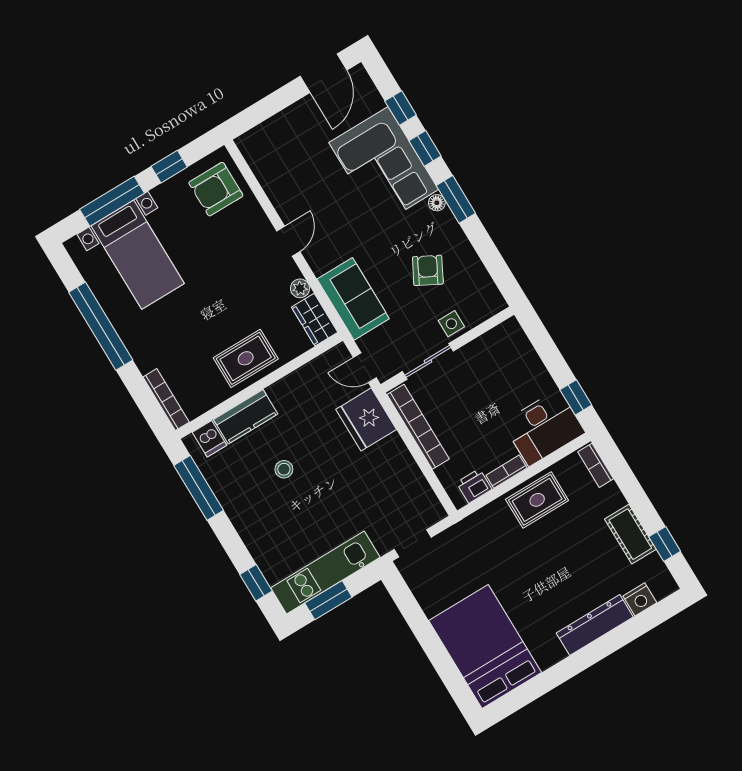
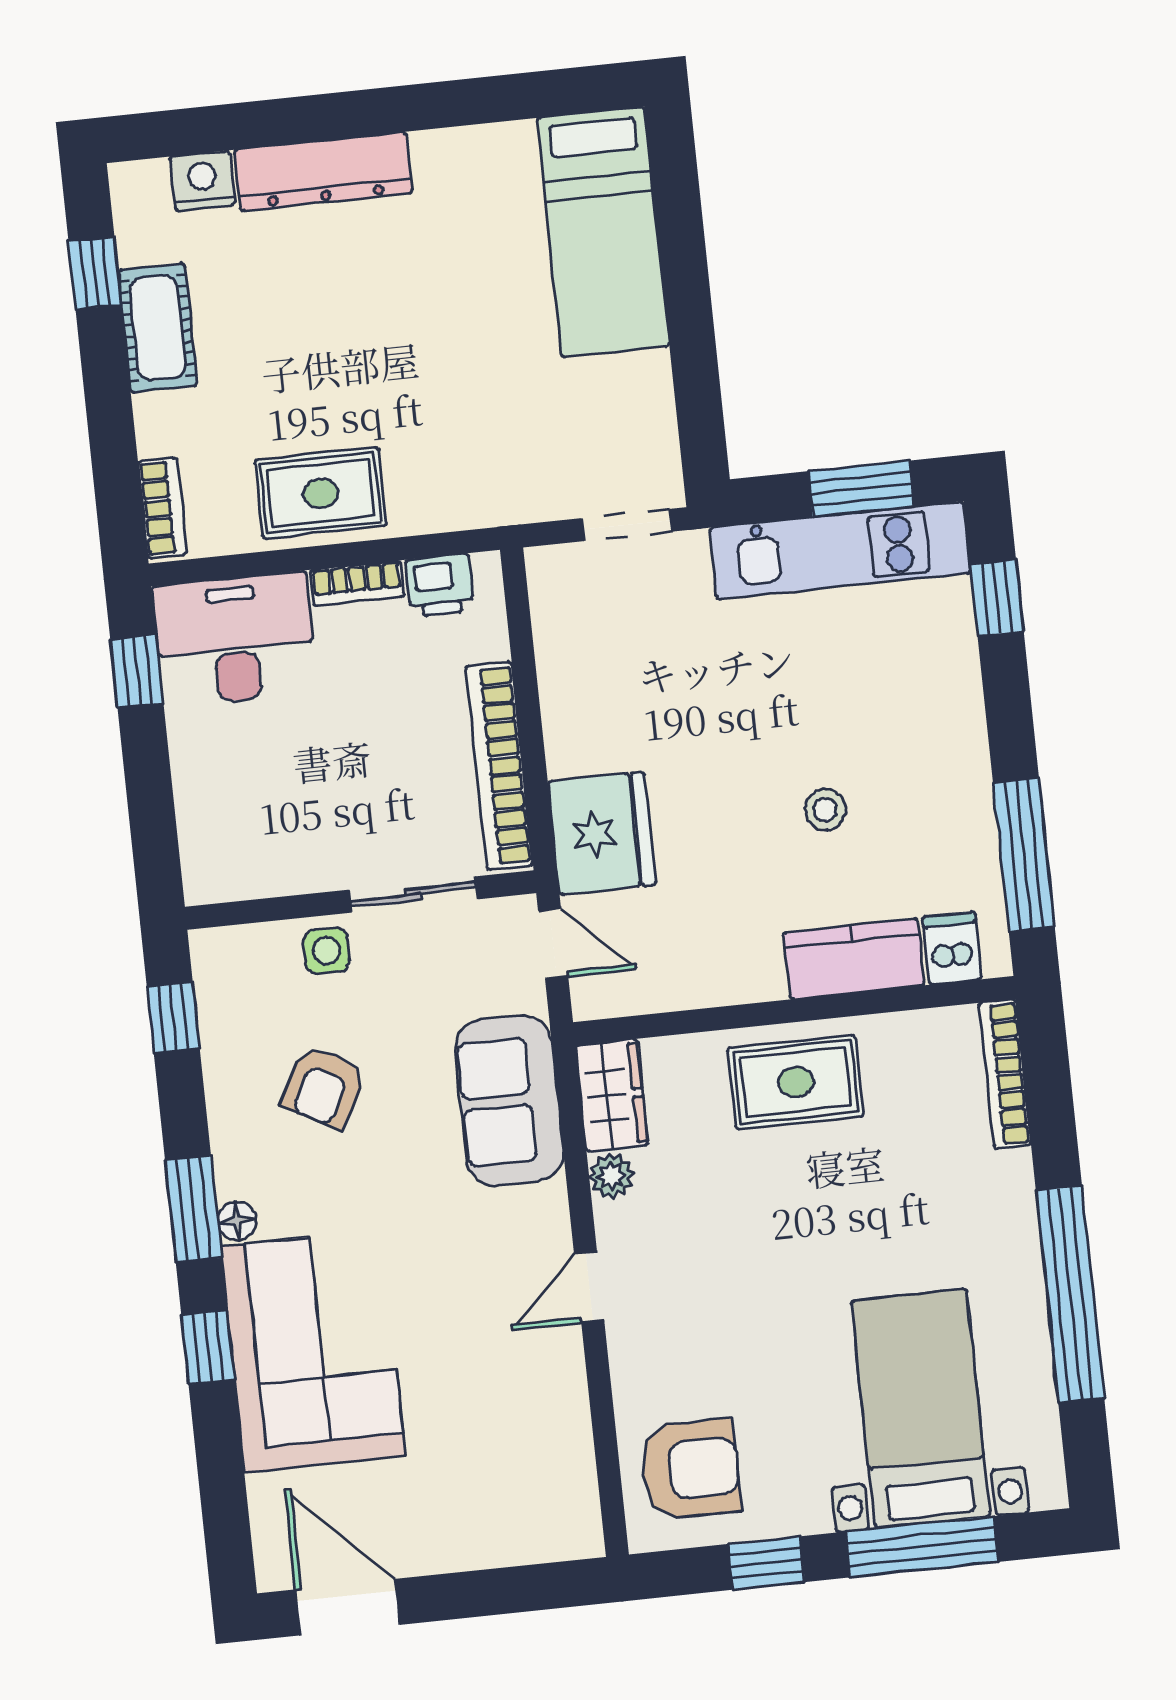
door: (324, 73) -> (348, 1607), hinge flipped
window: (401, 108) -> (173, 1018), moved
bed: (485, 647) -> (603, 232), width x0.67

